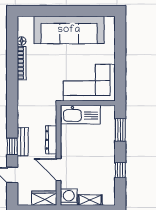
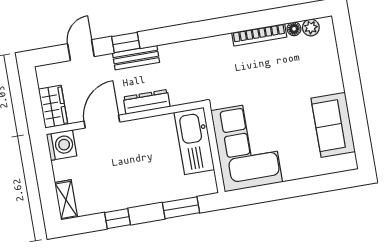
plant: (23, 30) -> (311, 28), added
sofa: (69, 30) -> (333, 125), width x0.54, depth x0.79
shelving: (90, 200) -> (66, 200), moved

